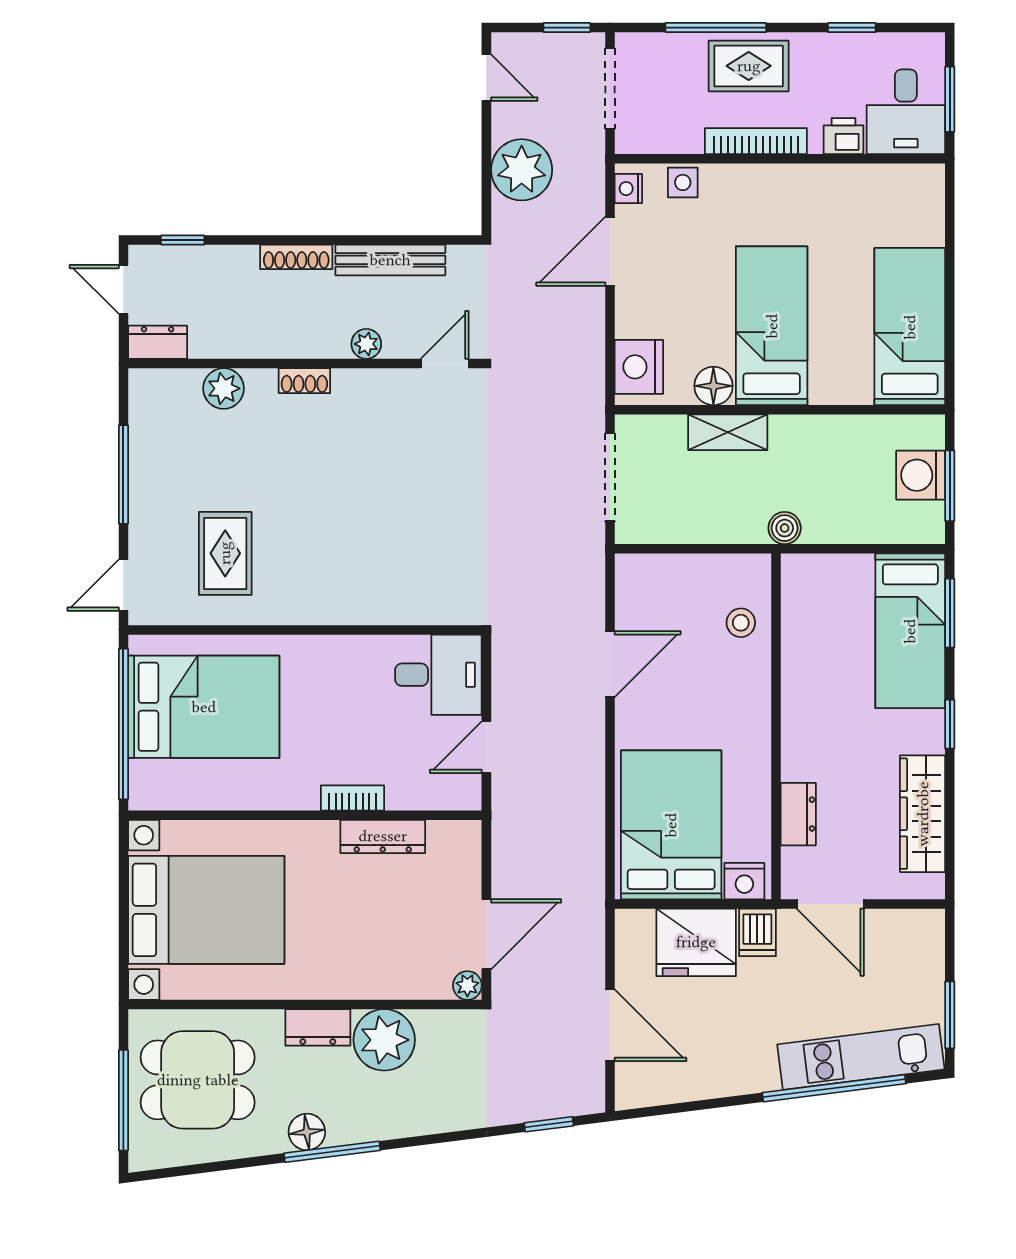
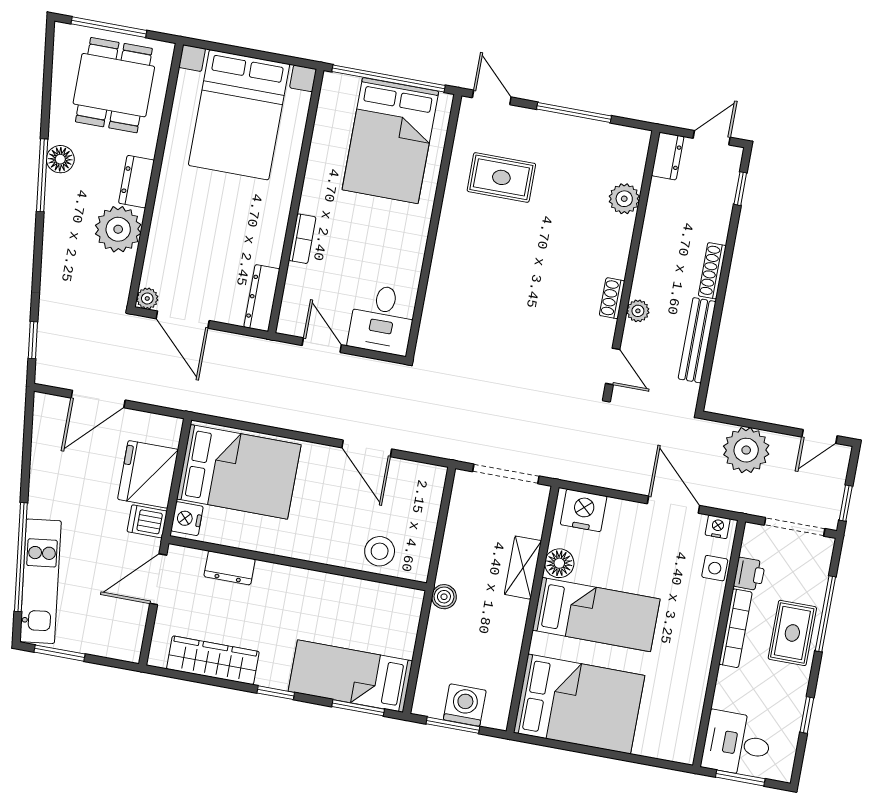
printer: (844, 136) -> (749, 574), moved
bed: (910, 327) -> (579, 704), width x1.50
shoe rack: (304, 381) -> (612, 298), moved
stool: (741, 623) -> (380, 551), width x1.37, depth x1.37
dresser: (383, 836) -> (262, 298), moved

